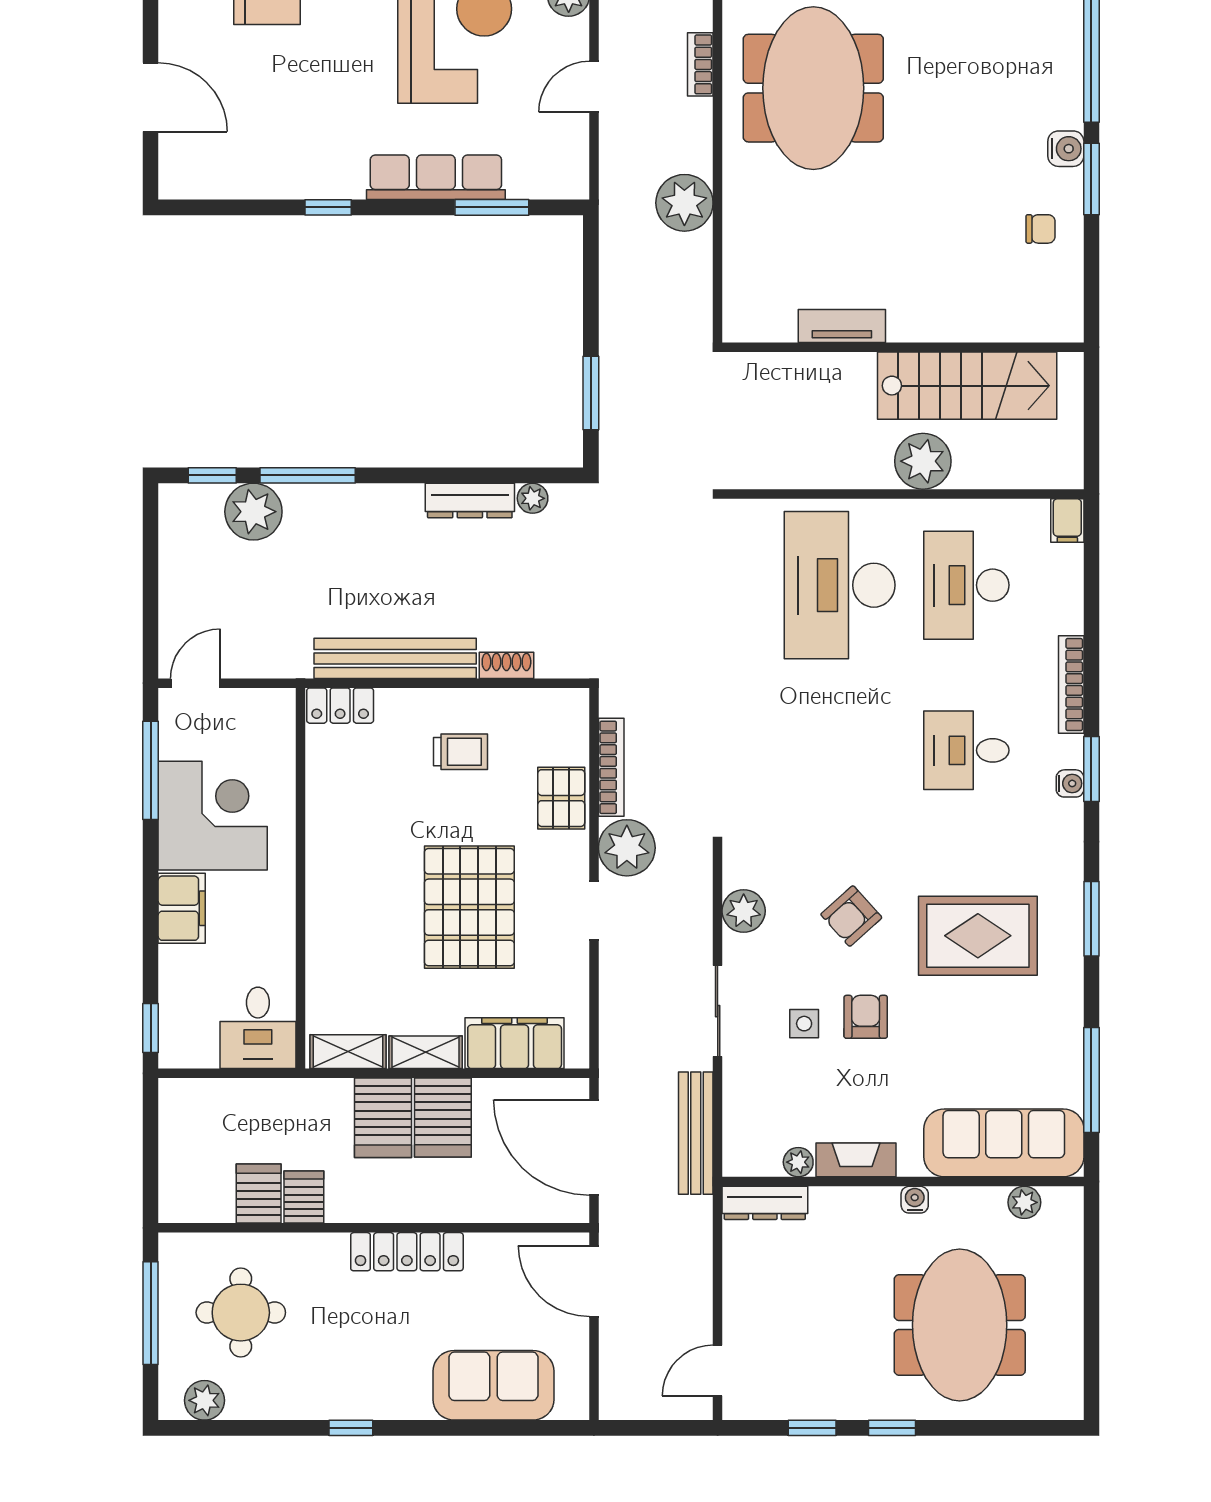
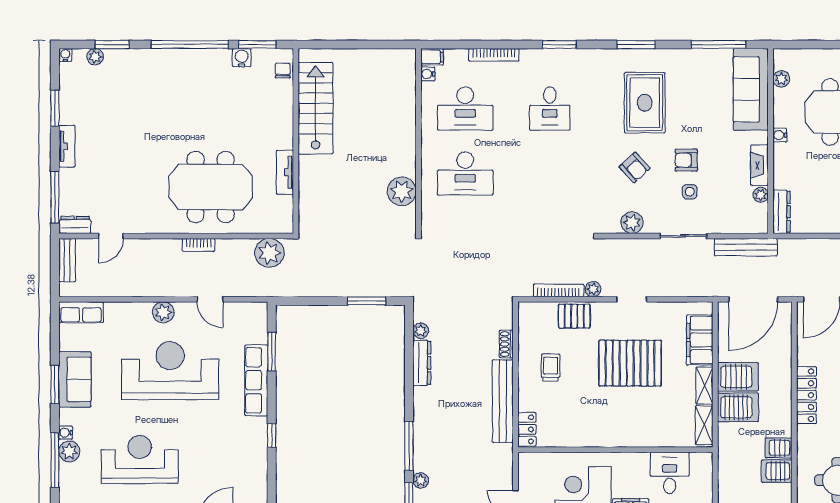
tv unit: (842, 326) -> (285, 172), moved
wall: (903, 347) -> (296, 141), moved
stairs: (967, 386) -> (315, 108), moved
plant: (923, 461) -> (402, 191), moved
plant: (253, 512) -> (421, 481), width x0.53, depth x0.53
desk: (840, 585) -> (465, 174), width x0.73, depth x0.77
bookcase: (1071, 685) -> (494, 55), moved
water cooler: (1070, 783) -> (428, 74), moved, turned -90
plant: (627, 848) -> (593, 289), width x0.53, depth x0.53
desk: (258, 1028) -> (670, 473), moved, turned -90

